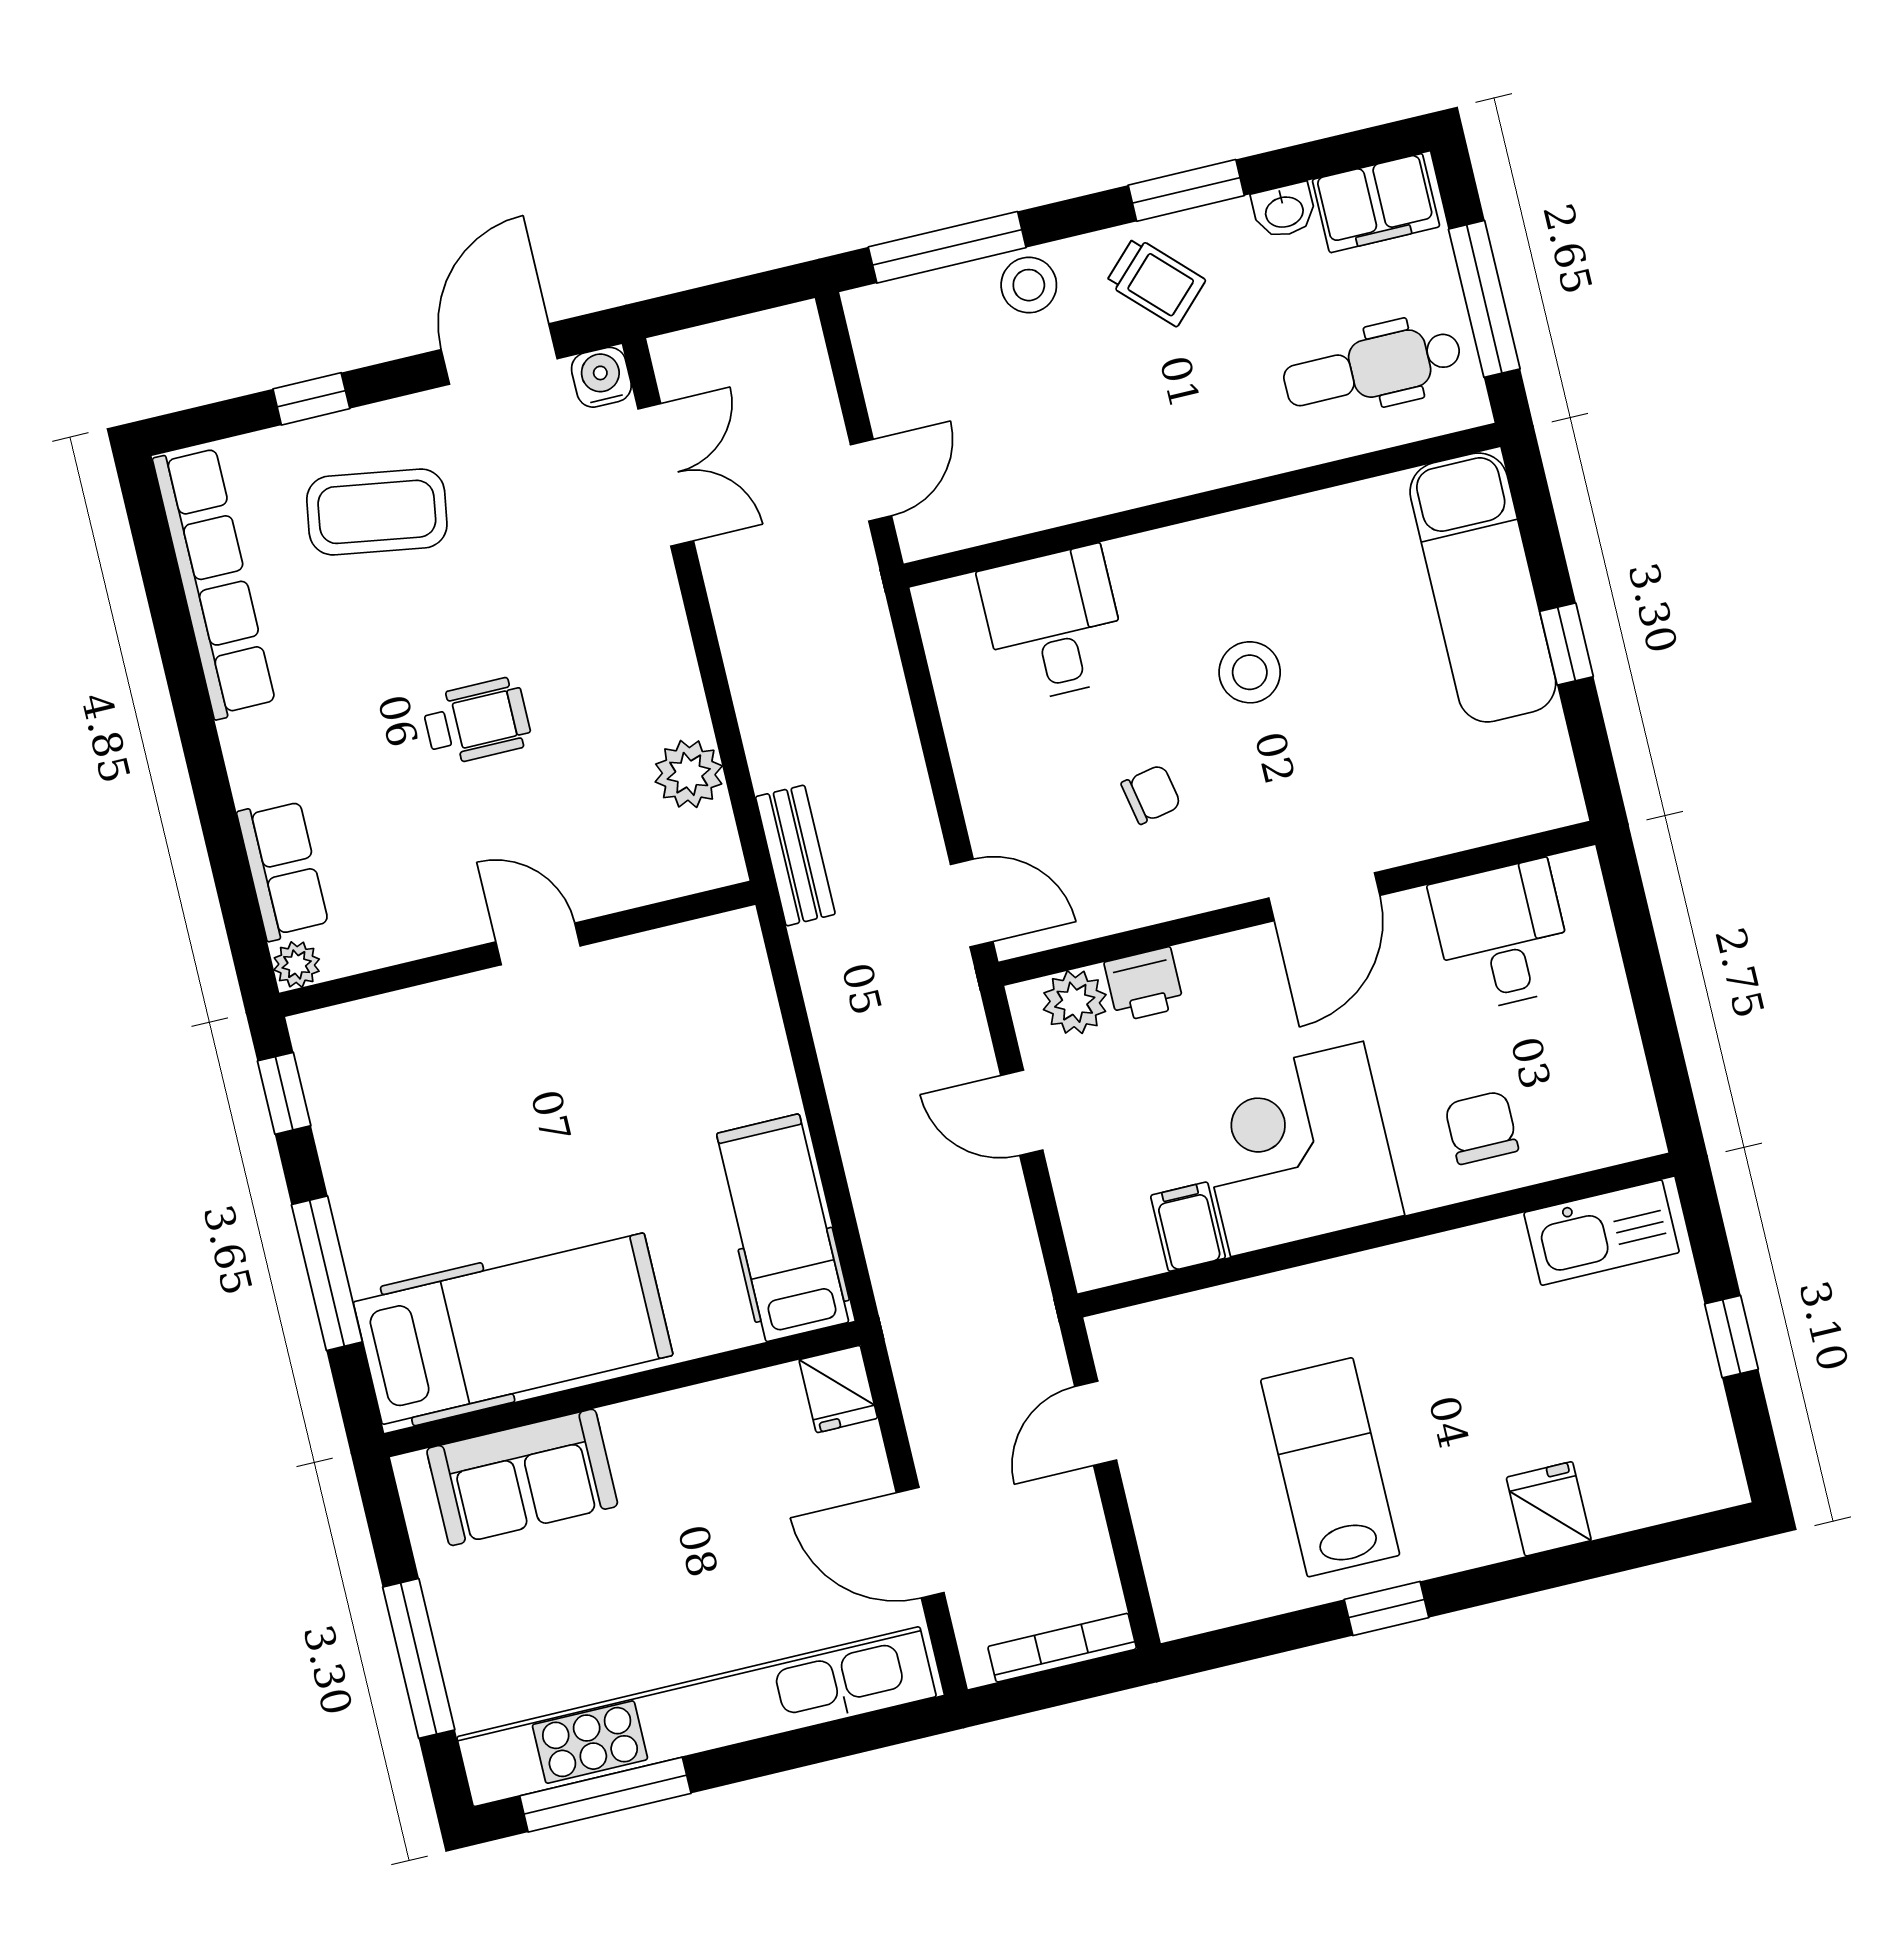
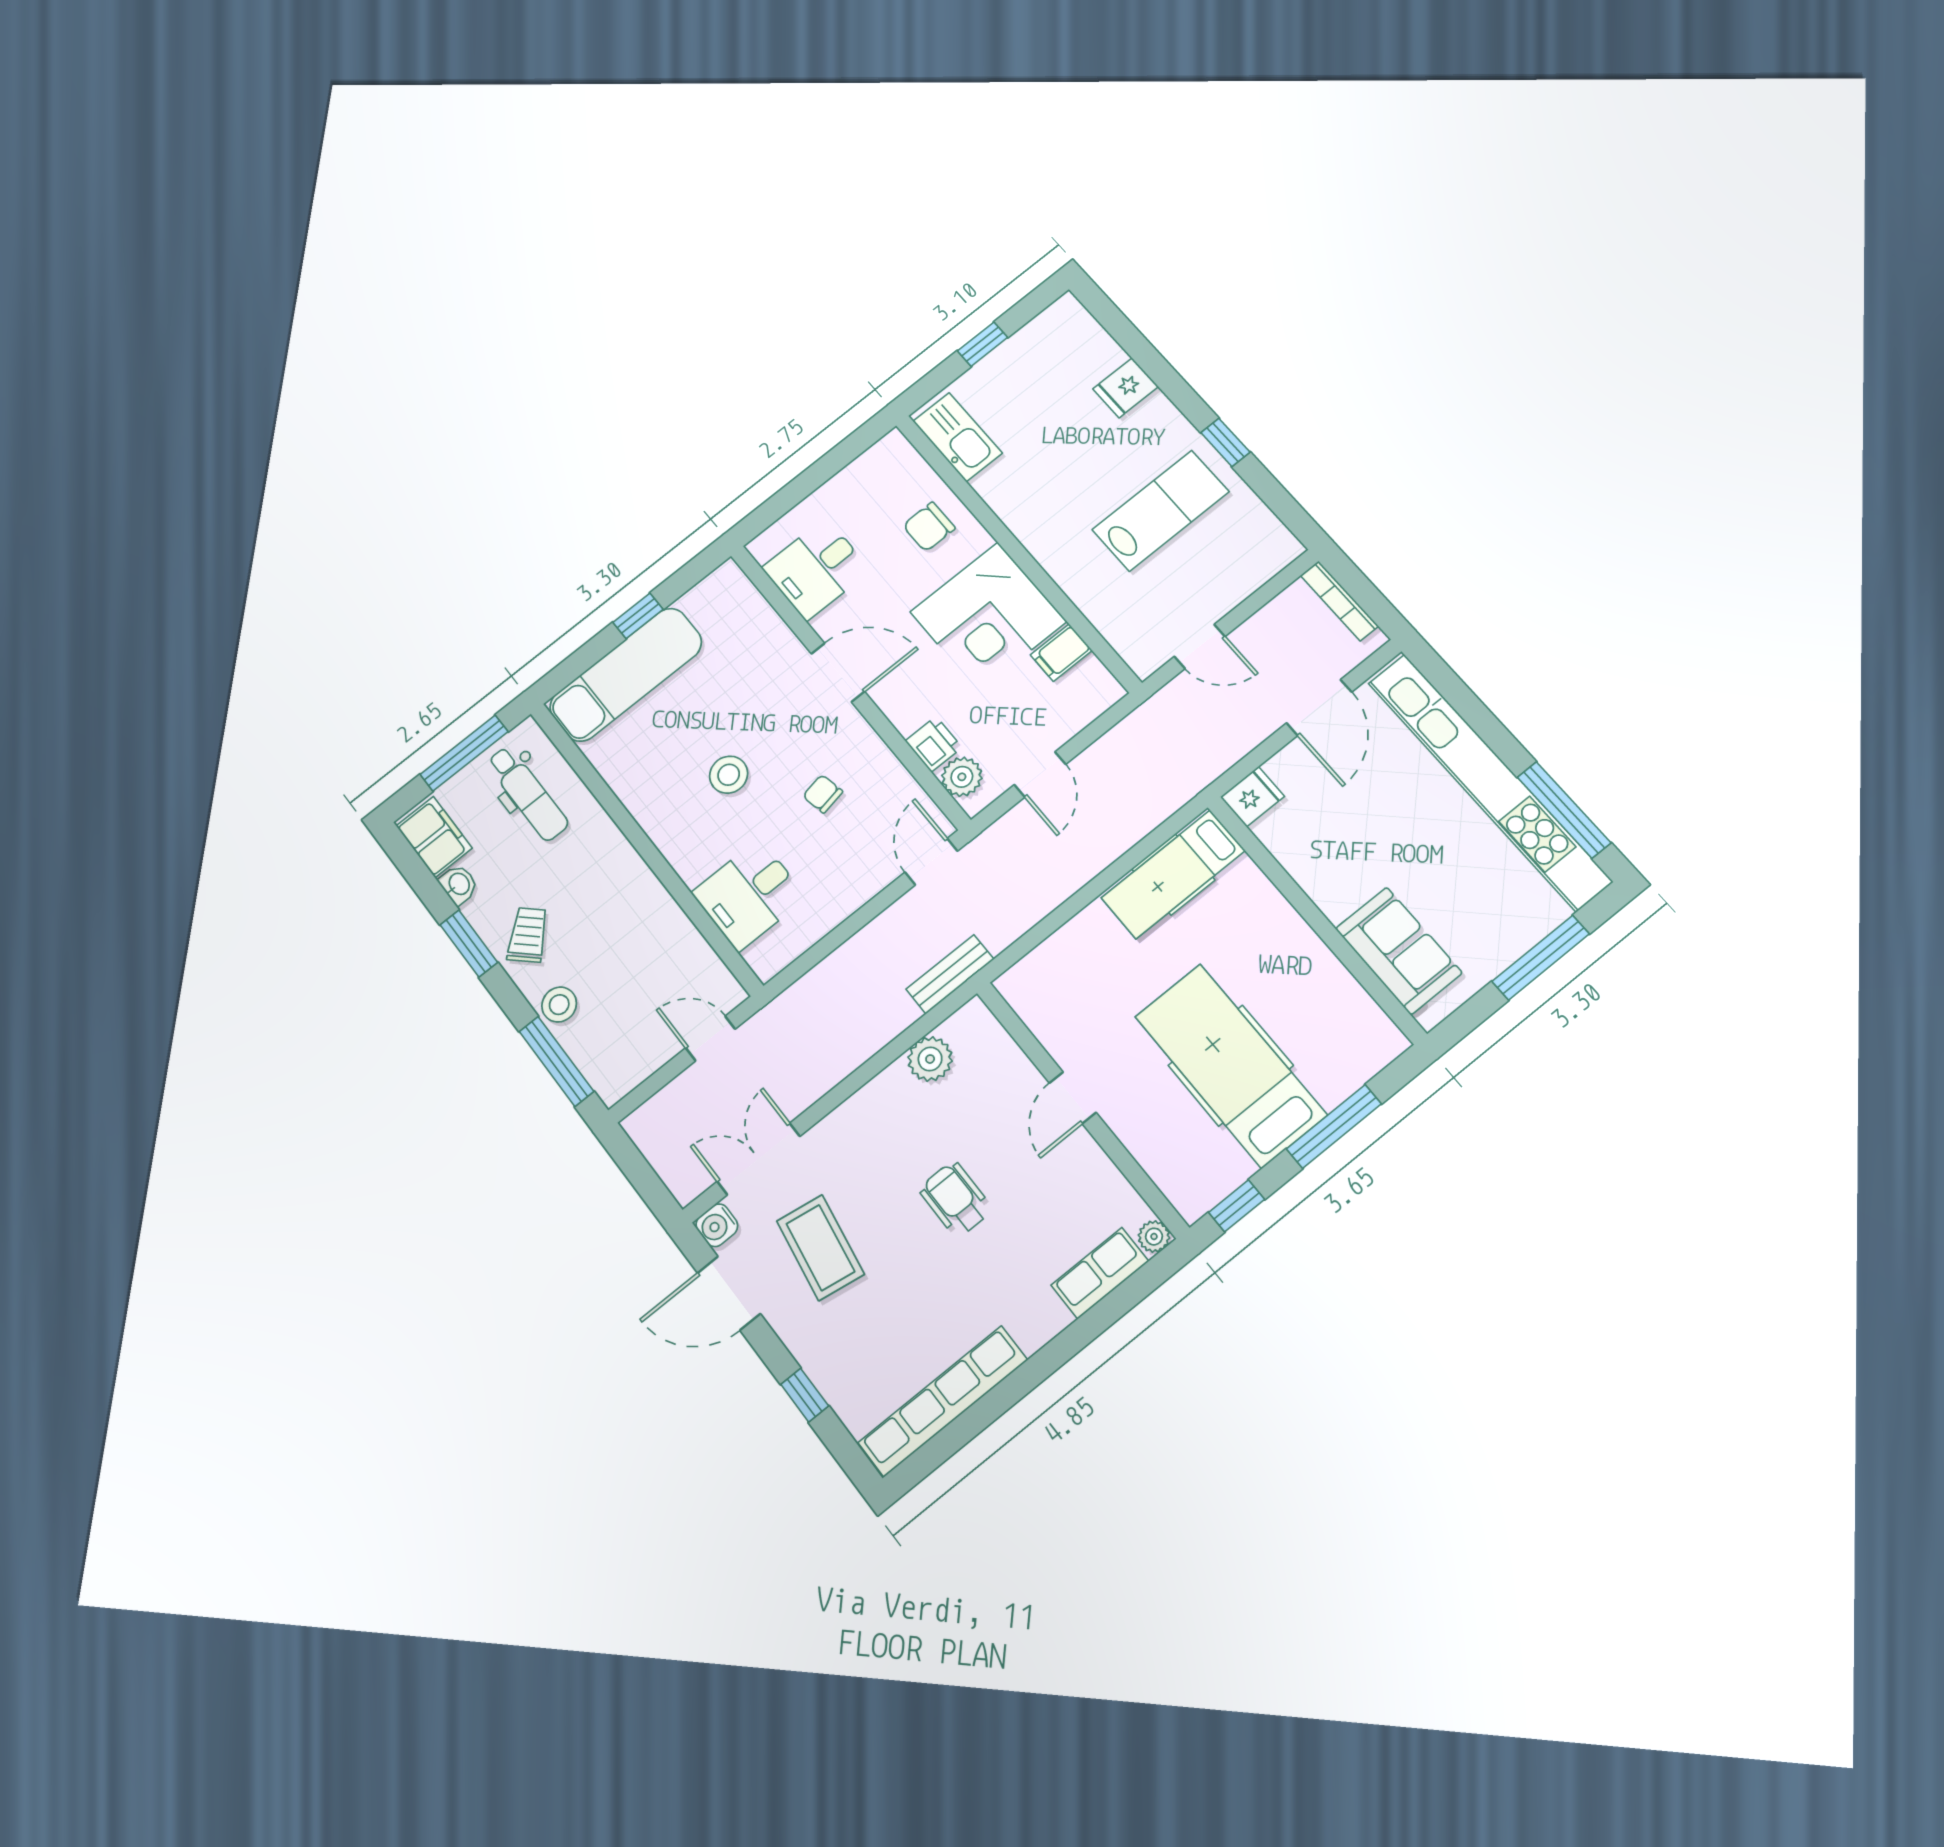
coffee table: (377, 512) -> (820, 1248), moved
hospital bed: (513, 1329) -> (1231, 1065), moved
lab bench: (1330, 1467) -> (1161, 511), turned 180

